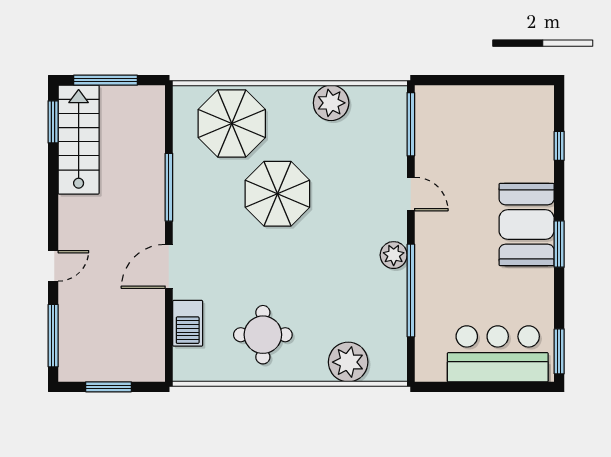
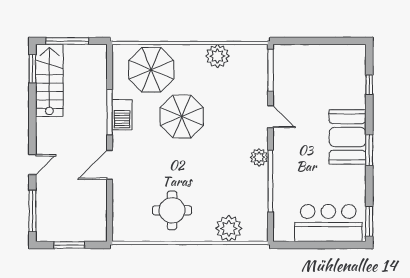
barbecue: (188, 323) -> (122, 115), moved

